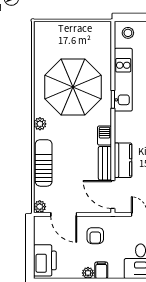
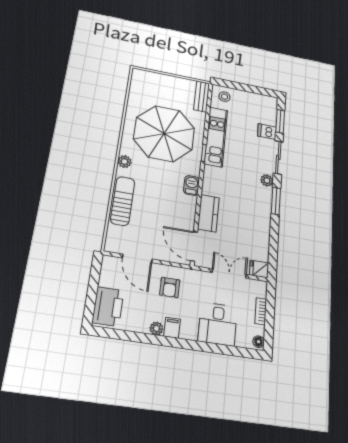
bench: (105, 163) -> (202, 96), moved
plant: (40, 207) -> (111, 246), removed

